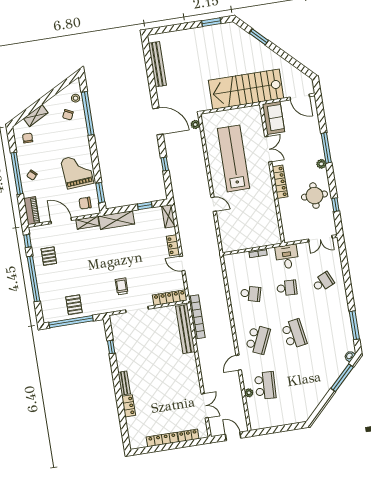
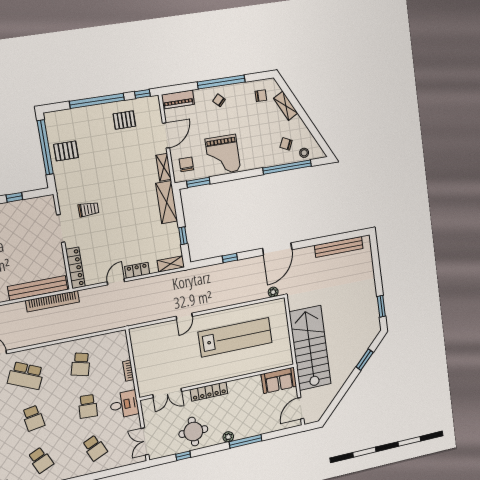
double door: (268, 149) -> (167, 393), moved
grand piano: (77, 171) -> (223, 155), turned 94
school desk: (330, 328) -> (41, 460), added
school desk: (294, 334) -> (33, 418), width x0.54

